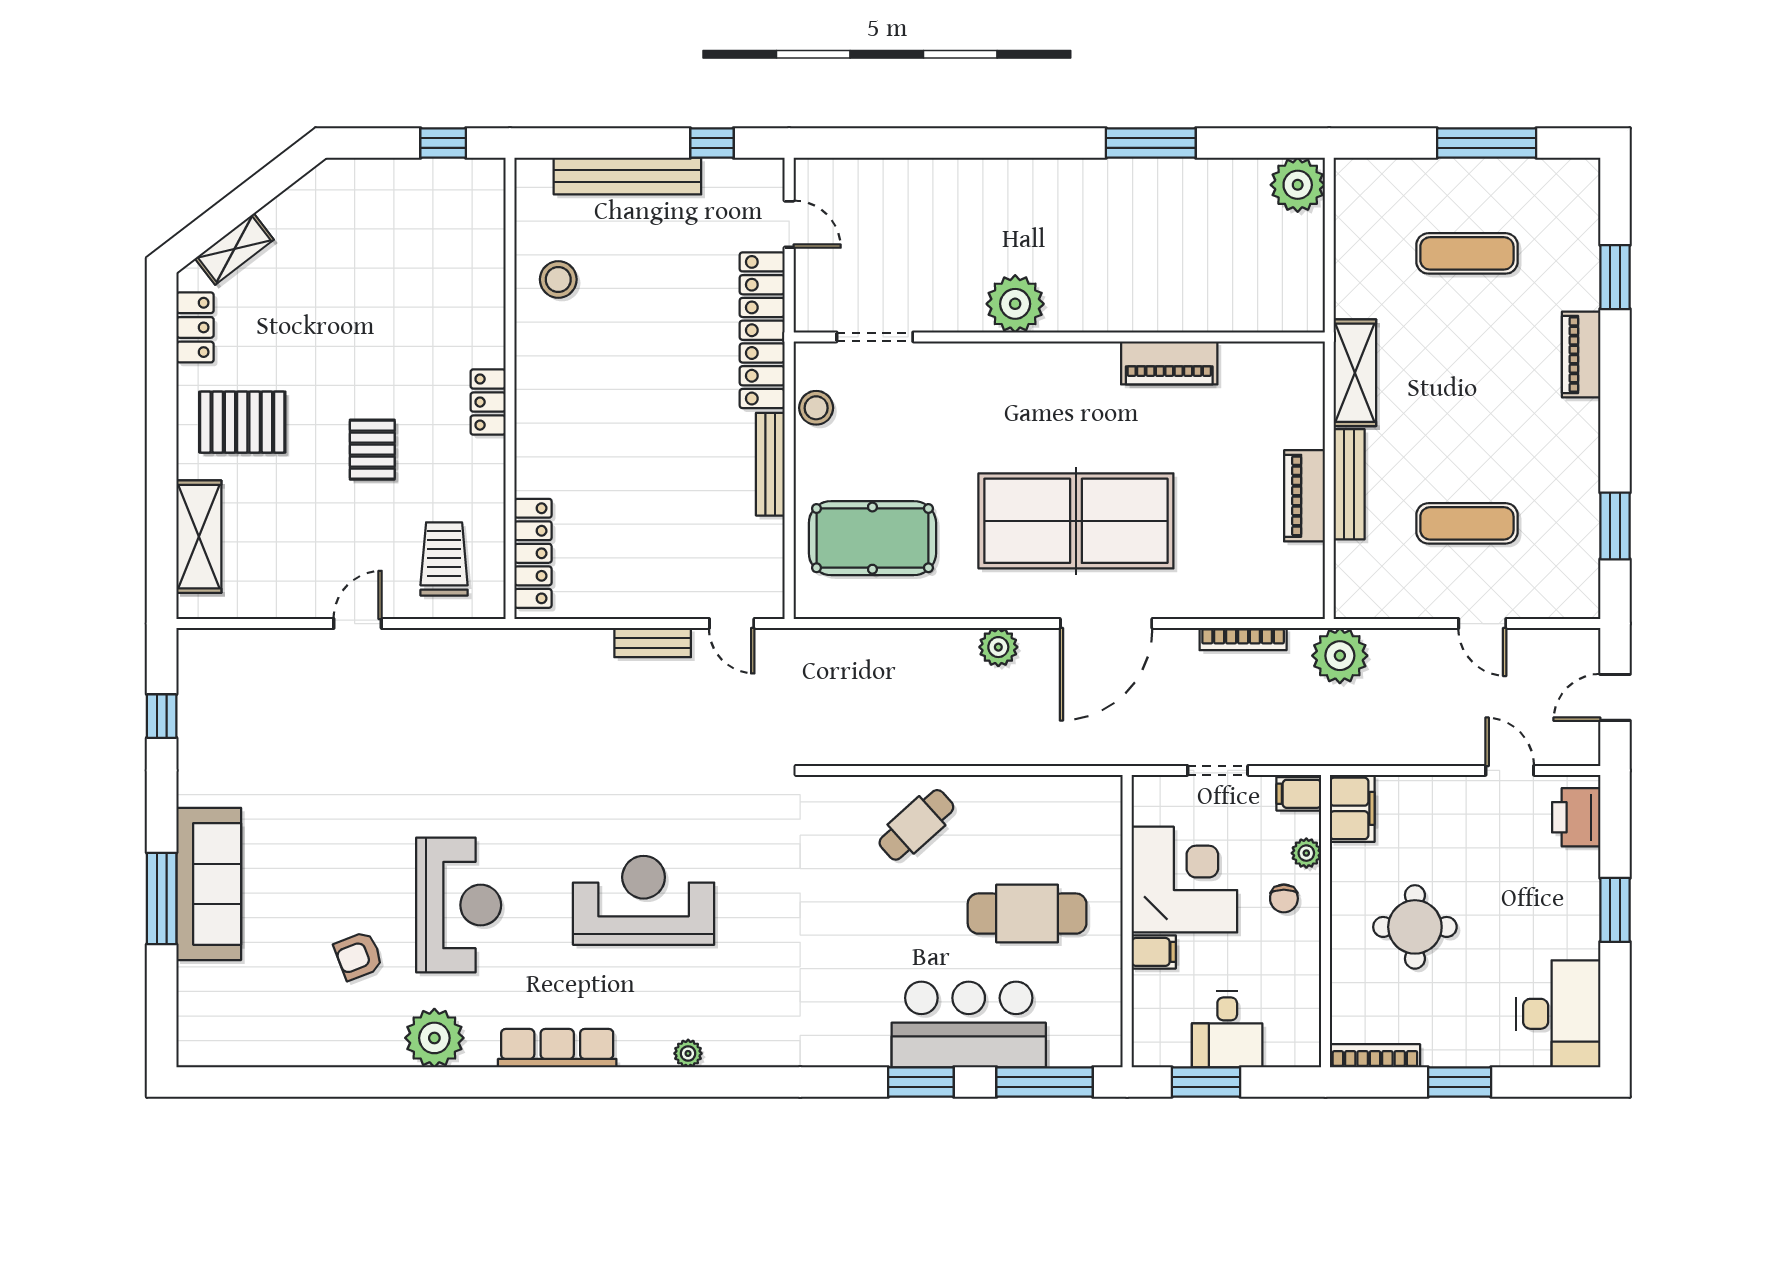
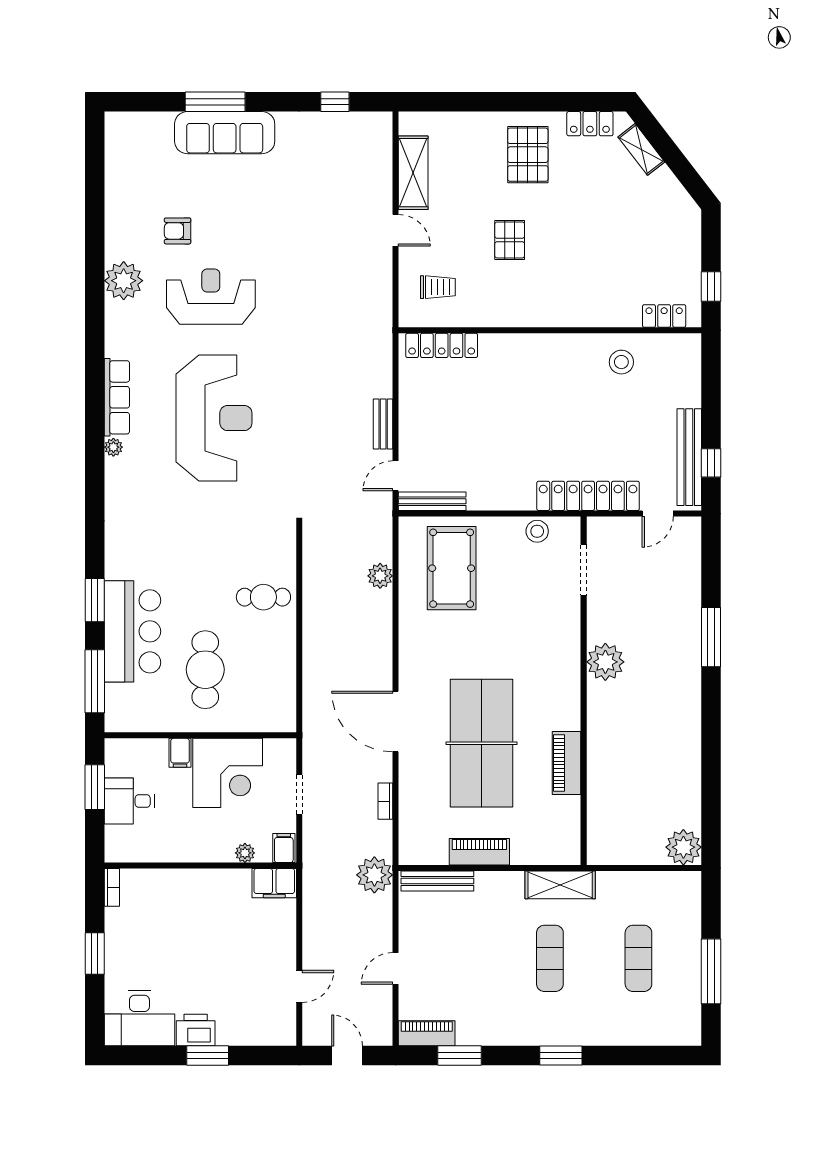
window: (1151, 143) -> (711, 637), moved
bench: (627, 176) -> (689, 457), moved
window: (1615, 277) -> (561, 1056), moved
piano: (1581, 354) -> (427, 1033), moved
locker: (488, 402) -> (664, 316), moved
pallet: (372, 450) -> (510, 240), turned 90
bench: (770, 464) -> (432, 501), moved
bench: (1349, 484) -> (437, 881), moved
table tennis table: (1076, 521) -> (482, 743), moved
exercise mat: (1467, 523) -> (550, 958), moved
shelving: (199, 537) -> (413, 173), moved, turned 90
trolley: (444, 559) -> (438, 287), width x0.73, depth x0.72
bookcase: (1243, 639) -> (385, 801), width x0.64
plant: (998, 647) -> (380, 576), moved
printer: (1576, 817) -> (196, 1030), moved
cafe table: (916, 825) -> (263, 597), turned -48
chair: (1284, 898) -> (215, 838), removed
reception desk: (644, 900) -> (214, 418), width x1.36, depth x1.30
reception desk: (459, 905) -> (211, 297), turned 180
round table: (1415, 927) -> (196, 924), removed
armchair: (358, 956) -> (178, 231), turned -69
row of seats: (557, 1048) -> (117, 397), moved
bookcase: (1375, 1056) -> (112, 887), width x0.64

